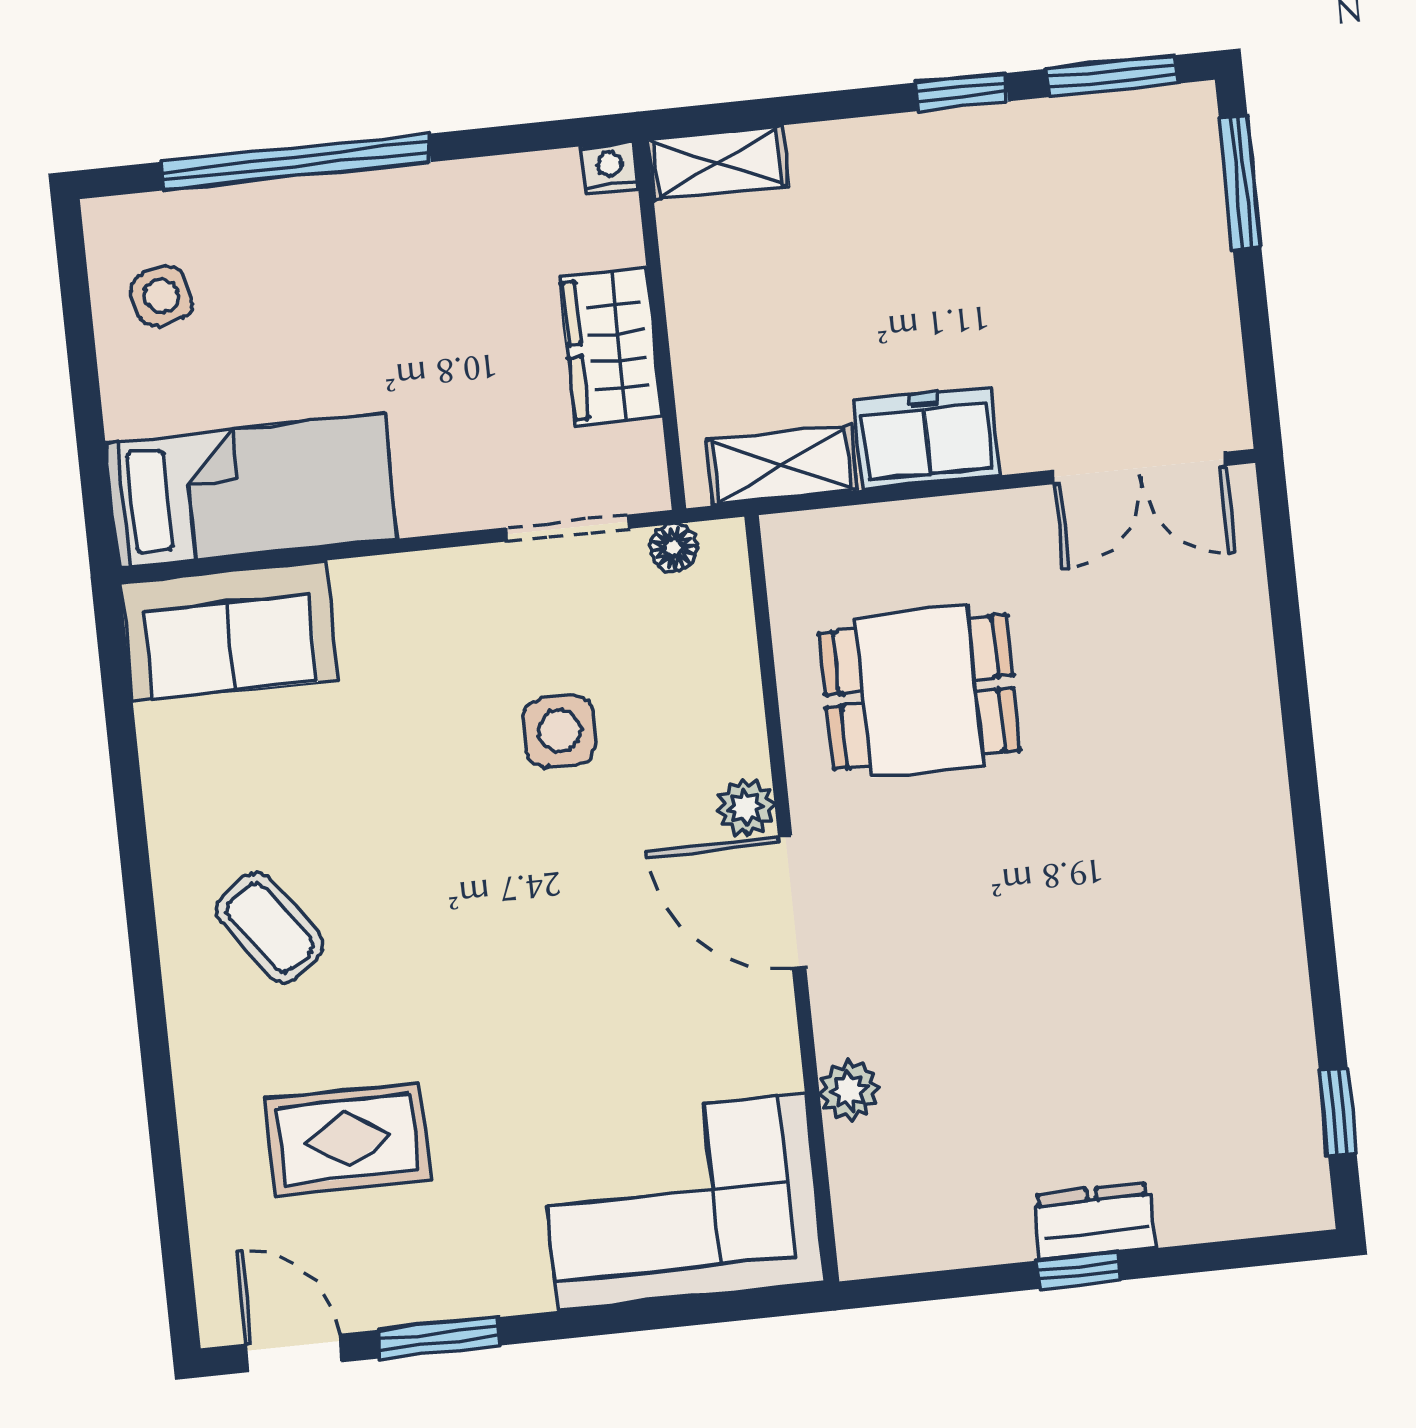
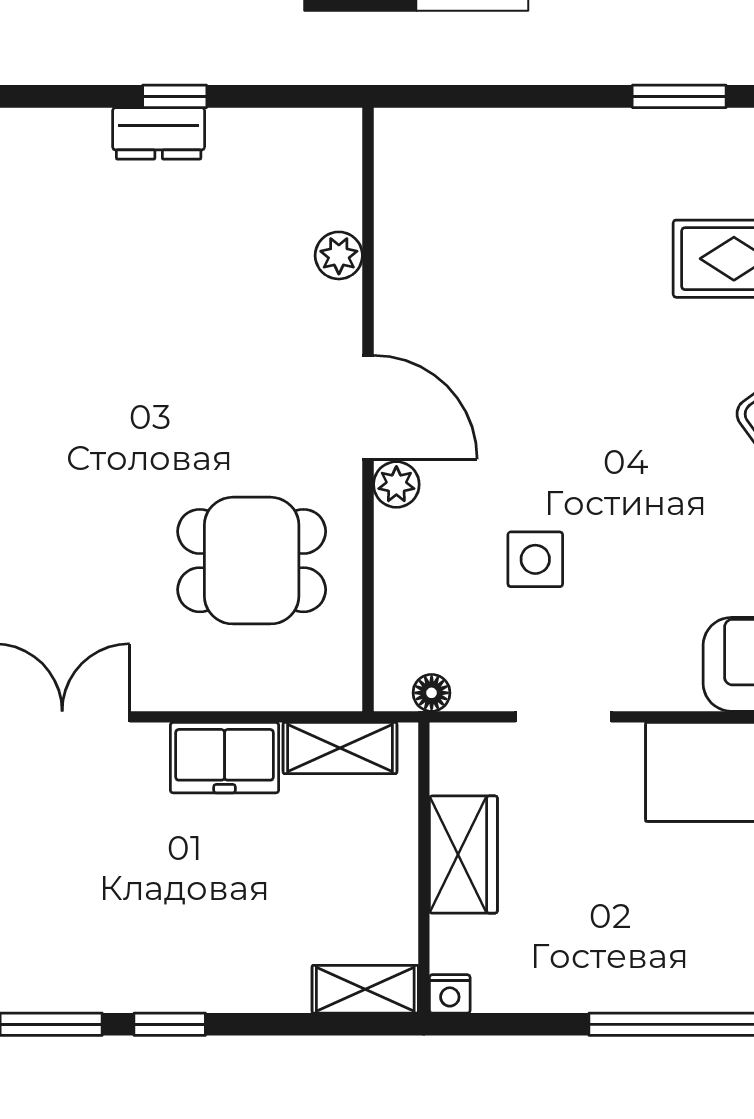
doorway: (567, 528) -> (563, 717), moved
corner sofa: (682, 1202) -> (478, 182), removed

